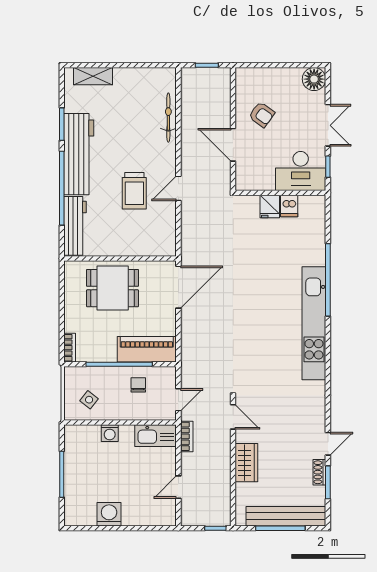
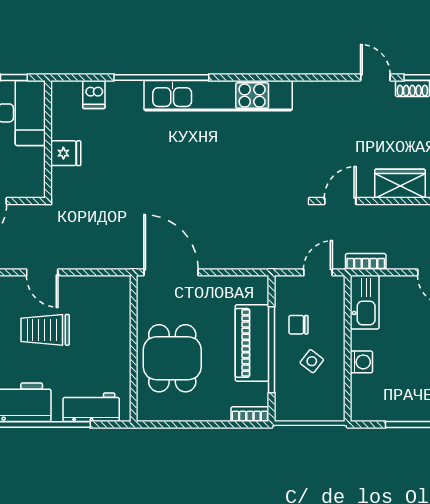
trolley: (134, 191) -> (45, 330), turned 180
dishwasher: (289, 206) -> (94, 94), moved, turned 90
workbench: (75, 226) -> (91, 407), width x0.73
piano: (147, 349) -> (252, 343), moved
side table: (89, 400) -> (312, 361), moved
door: (178, 400) -> (318, 272), hinge flipped

